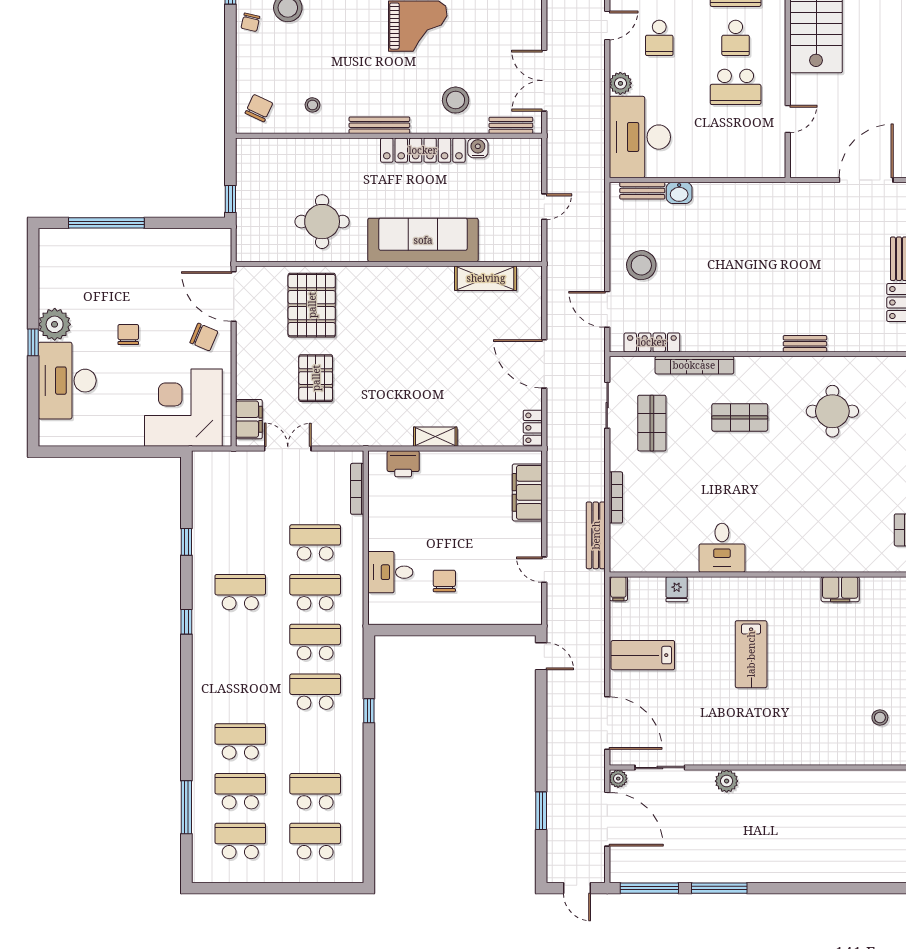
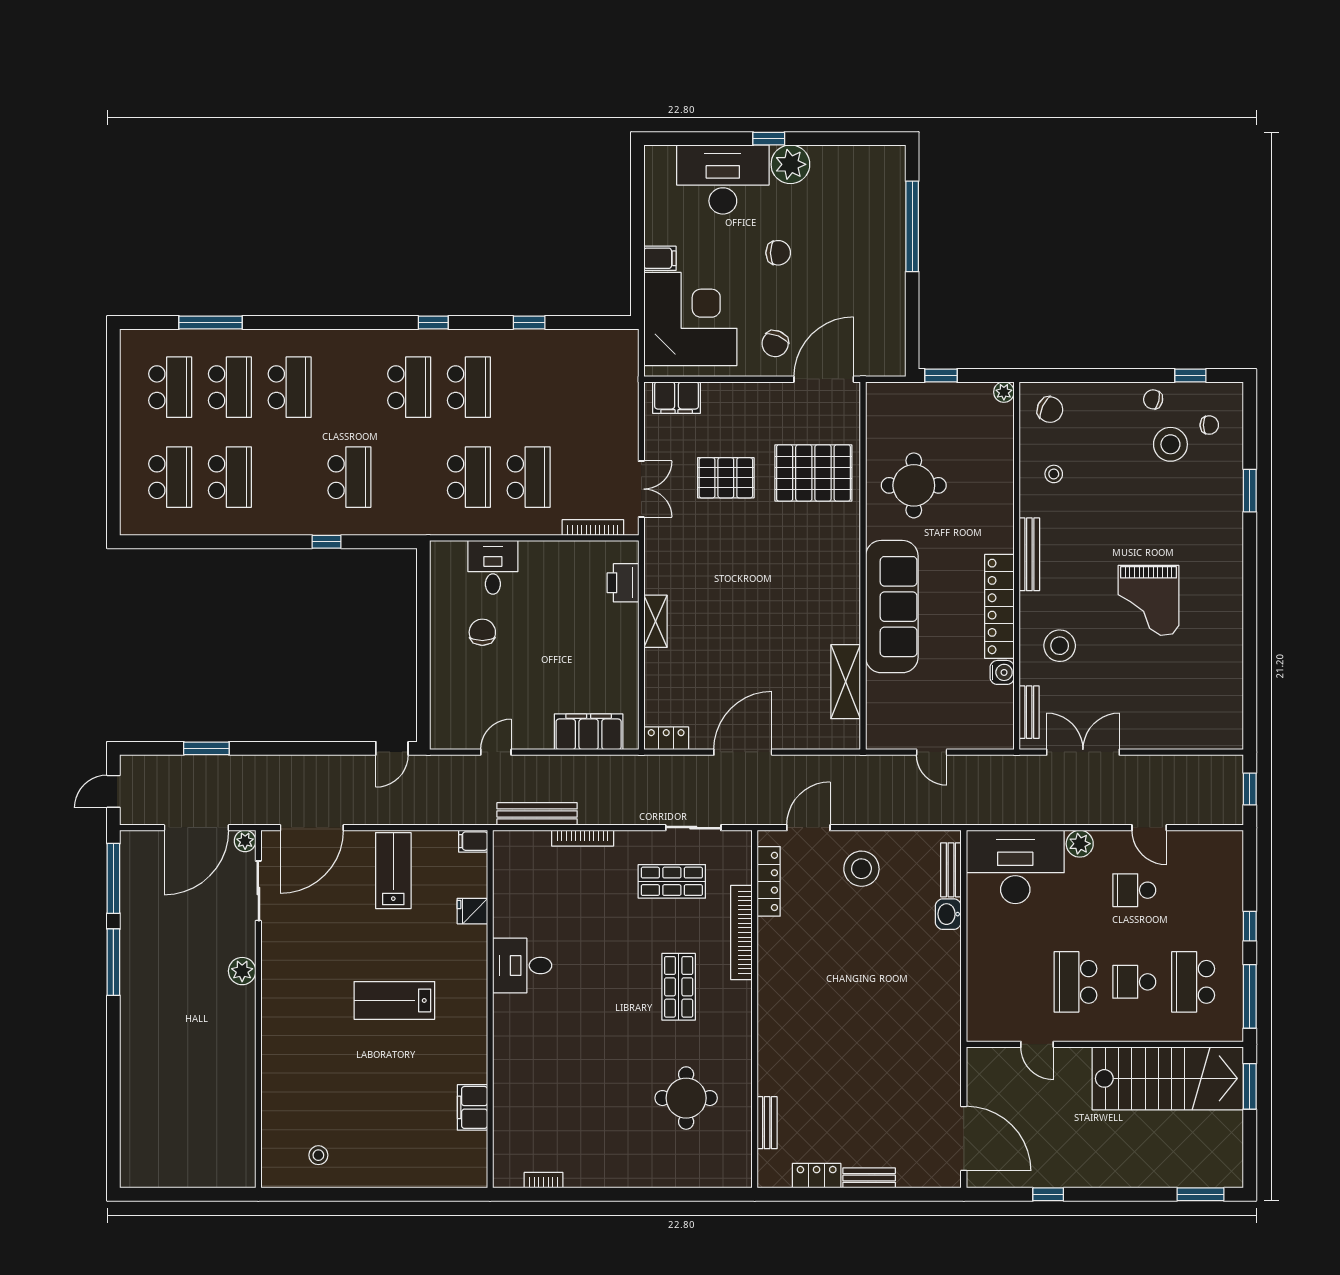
plant: (244, 146) -> (1004, 392), added
bench: (805, 344) -> (767, 1123), moved
filing cabinet: (133, 433) -> (660, 258), added
double door: (288, 449) -> (641, 489), moved
chair: (444, 581) -> (482, 632), turned -90
school desk: (315, 642) -> (409, 387), moved

